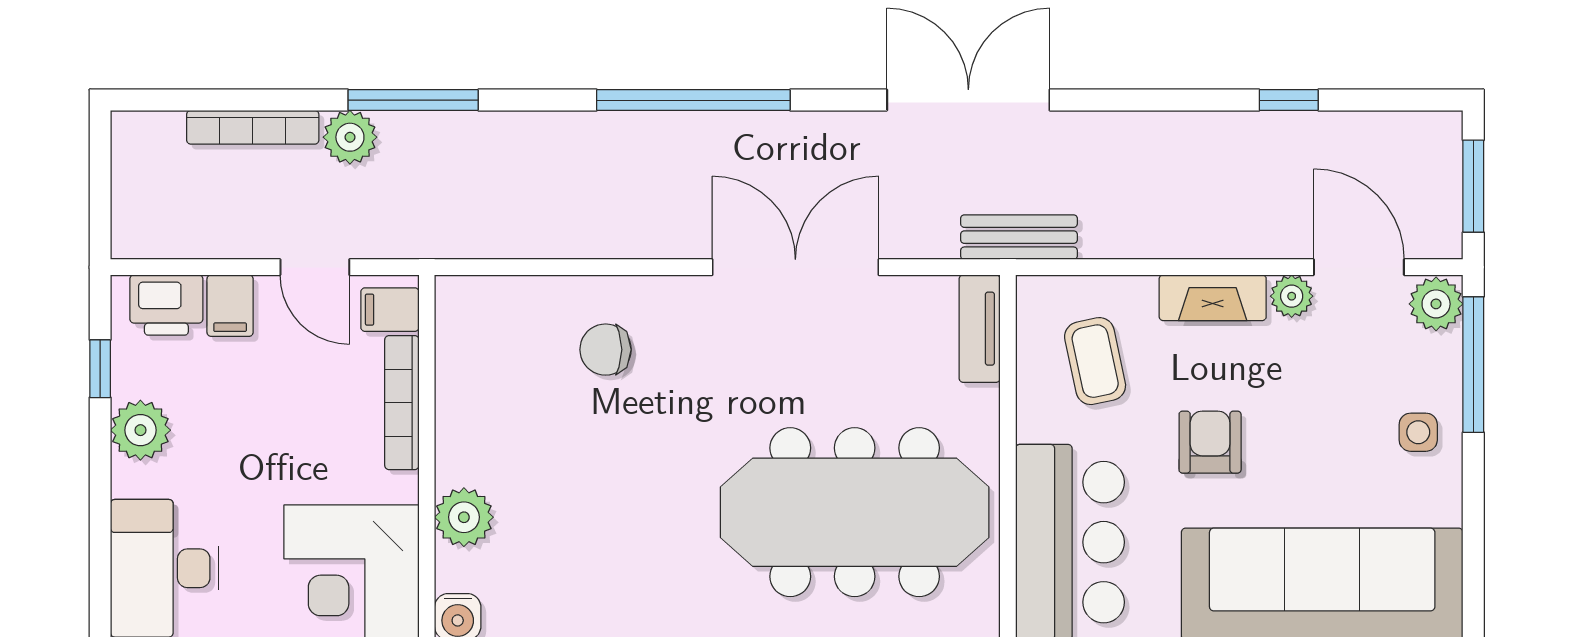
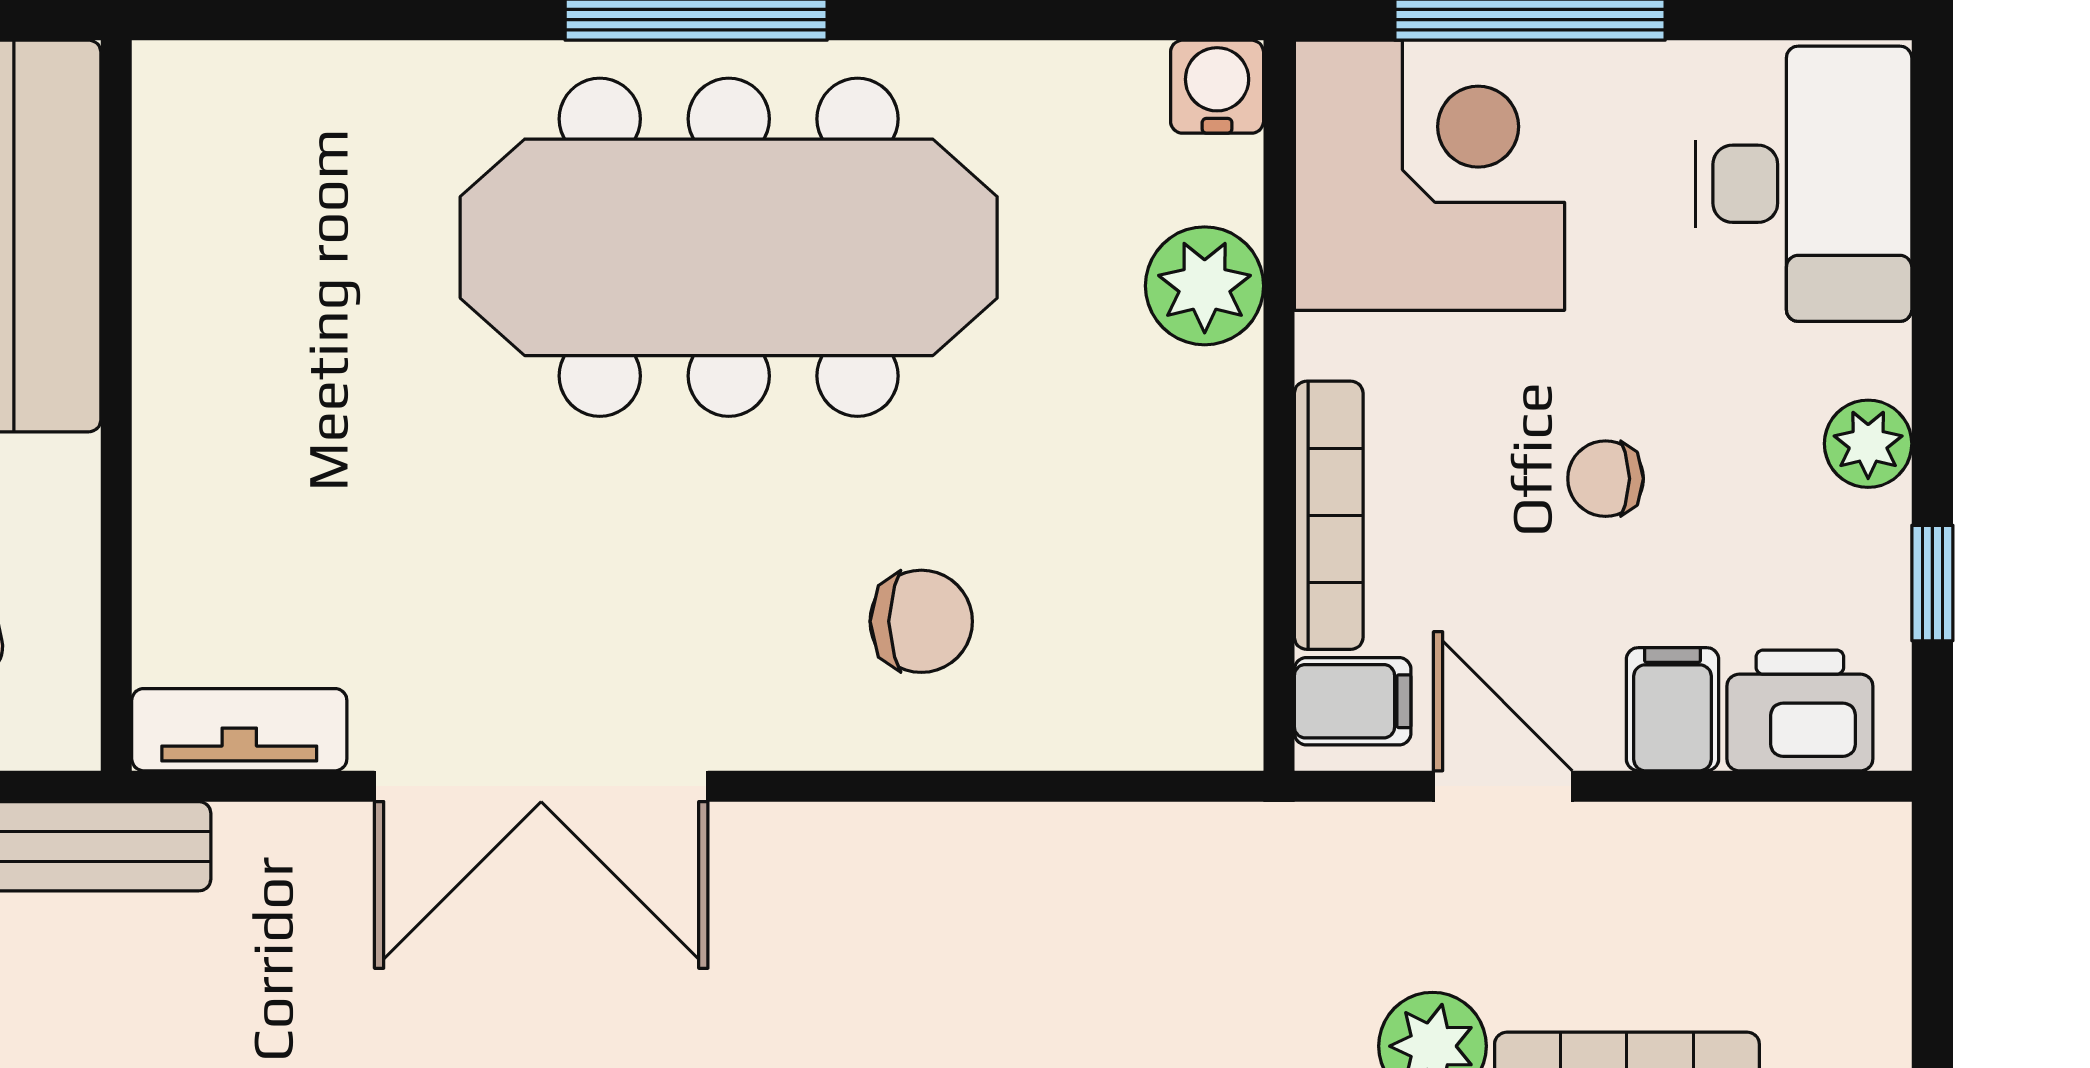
tv unit: (980, 329) -> (239, 730), moved, turned -90
chair: (264, 421) -> (1606, 479), added
plant: (140, 430) -> (1868, 444), width x0.73, depth x0.73
meeting table: (855, 512) -> (729, 247), moved

